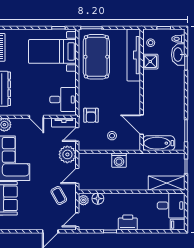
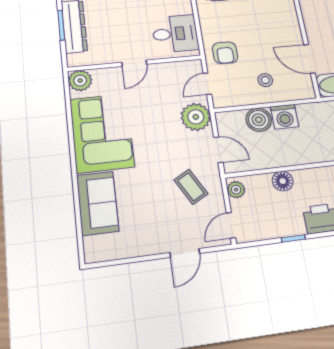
door: (36, 117) -> (134, 63), hinge flipped
tv unit: (64, 123) -> (182, 68), removed
boiler: (104, 160) -> (259, 120), added
door: (77, 176) -> (218, 150), swing flipped
floor lamp: (98, 199) -> (283, 181), moved

